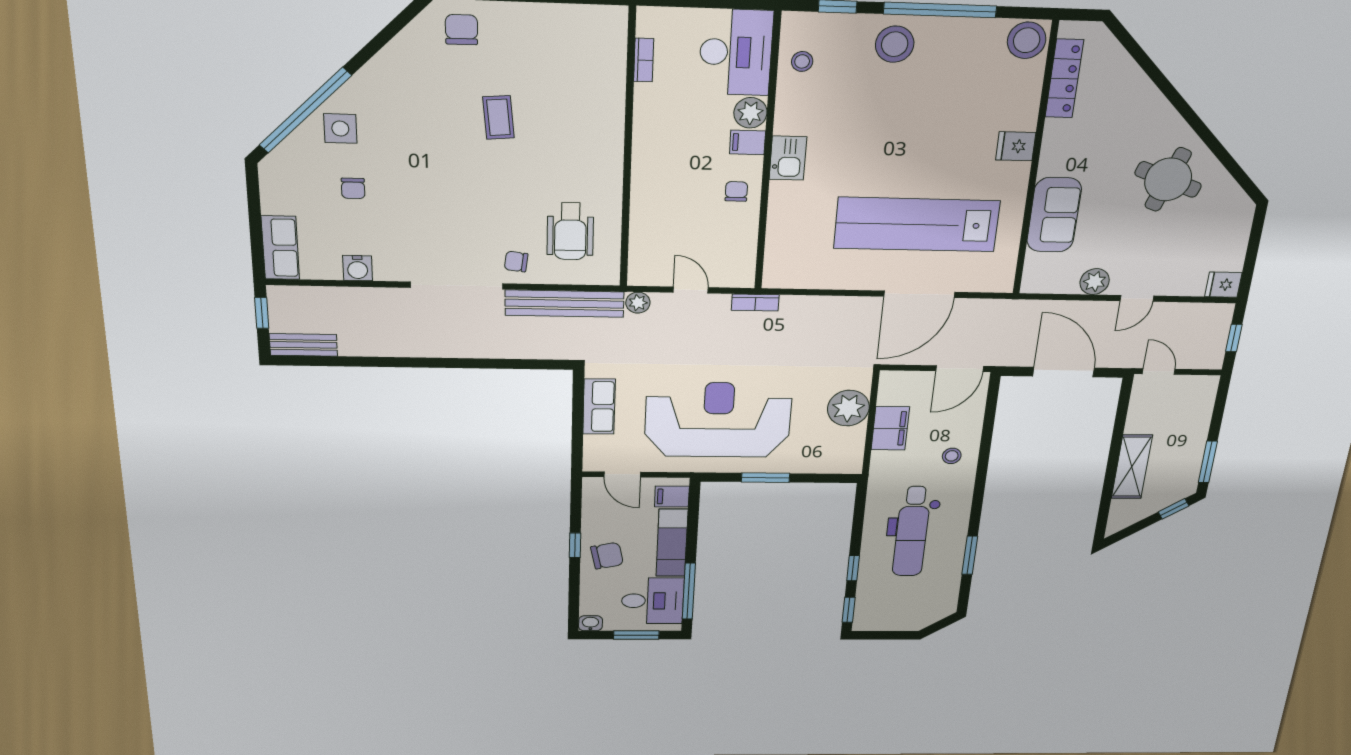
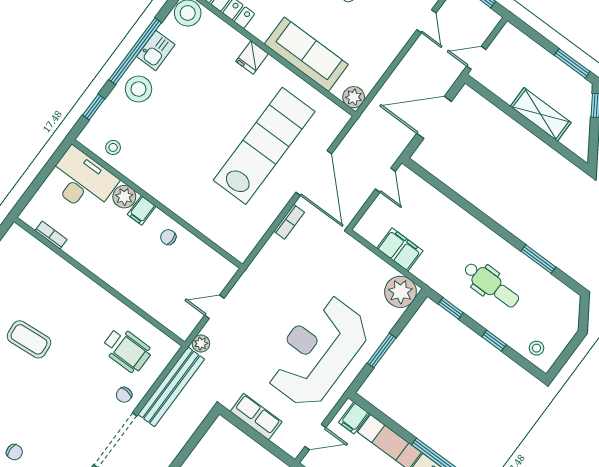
coffee table: (498, 117) -> (29, 339), width x1.36, depth x1.30
kitchen sink: (788, 158) -> (156, 50), moved, turned 90
sofa: (1054, 215) -> (306, 54), width x1.36
lab bench: (917, 225) -> (264, 146), turned 180
plant: (1095, 282) -> (354, 97), moved
door: (1137, 298) -> (426, 21), moved
bookcase: (755, 302) -> (289, 222), moved
door: (960, 369) -> (385, 180), width x0.73
plant: (848, 408) -> (400, 292), moved
stool: (952, 456) -> (536, 348), moved
dental chair: (912, 531) -> (491, 285), width x0.73, depth x0.72
window: (849, 610) -> (451, 308), moved

